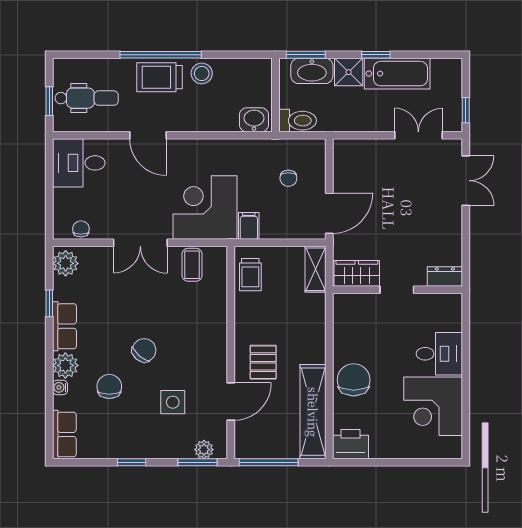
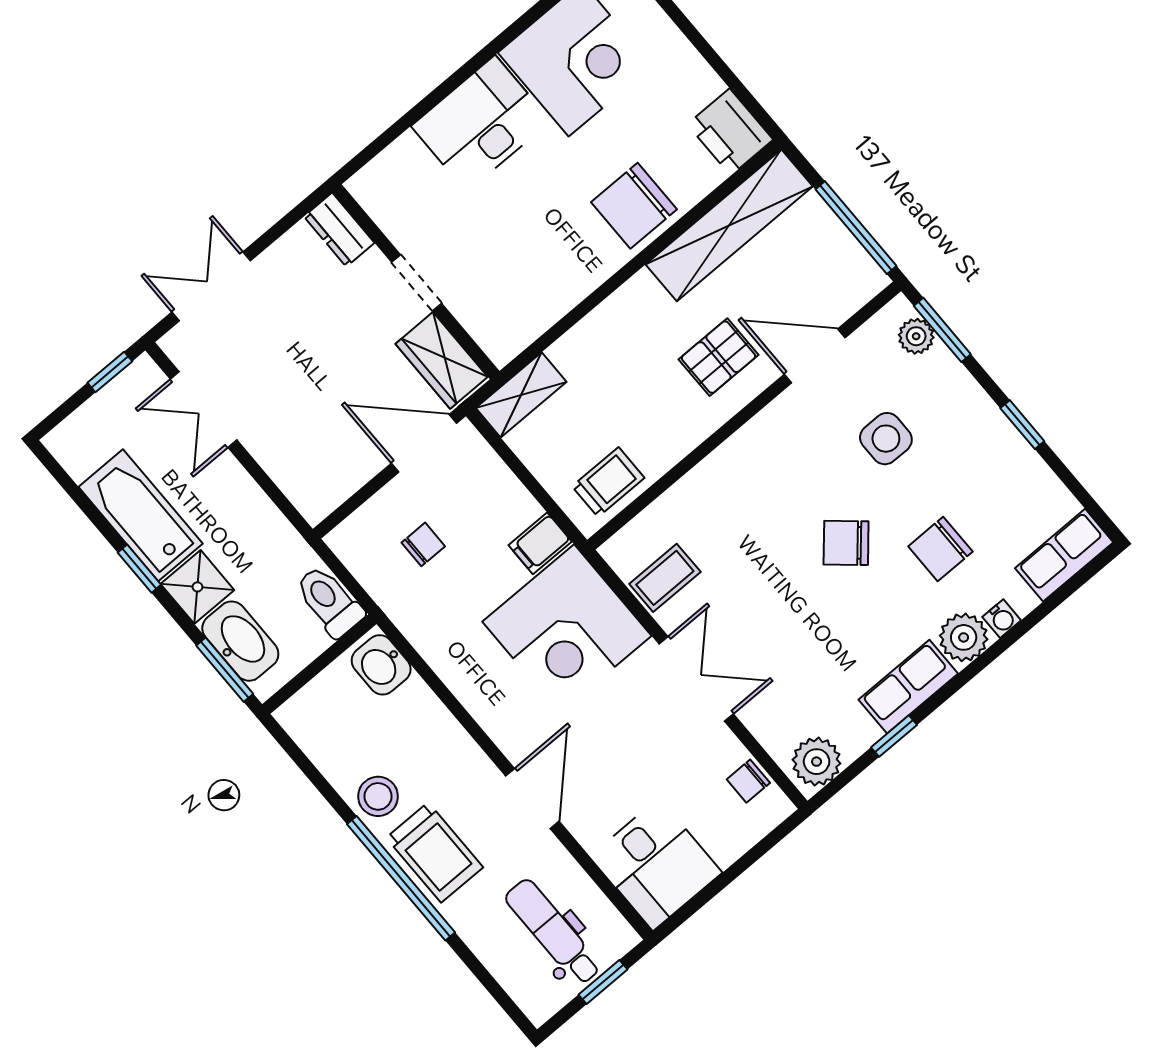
wardrobe: (357, 273) -> (442, 360), moved
dresser: (445, 277) -> (339, 230), moved
doorway: (397, 290) -> (417, 283), moved
wall: (398, 290) -> (416, 282), moved
desk: (439, 354) -> (481, 124), width x1.37

